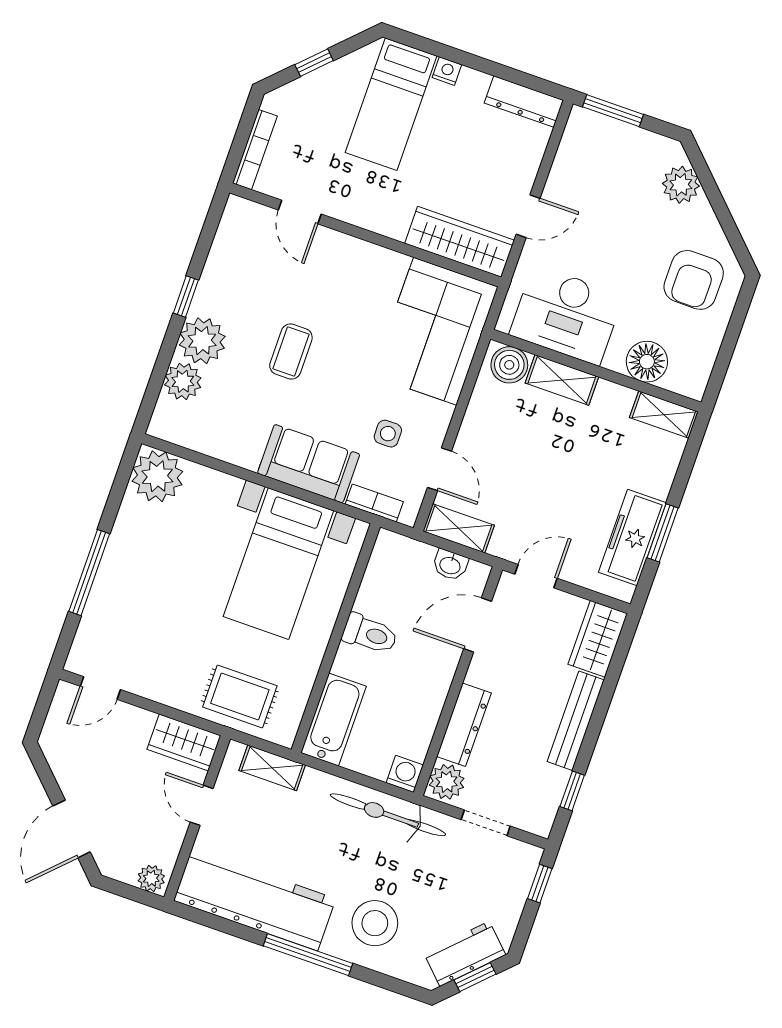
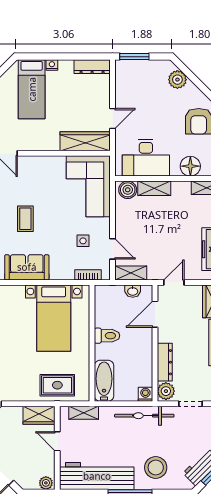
sofa: (309, 464) -> (27, 267), moved

